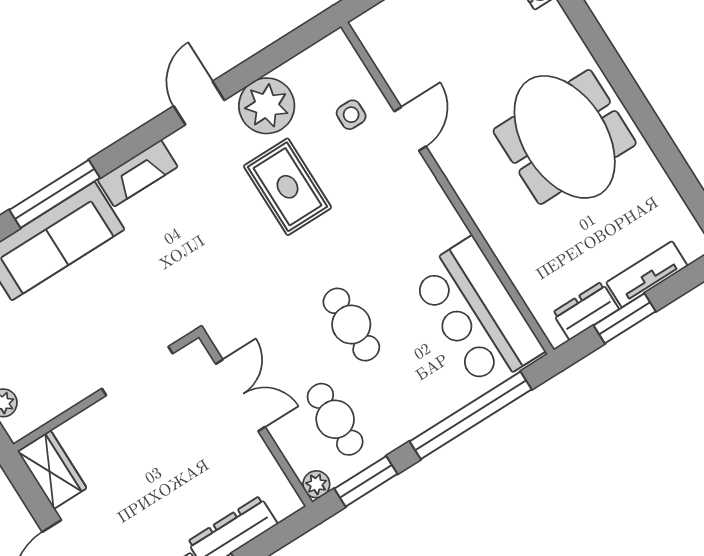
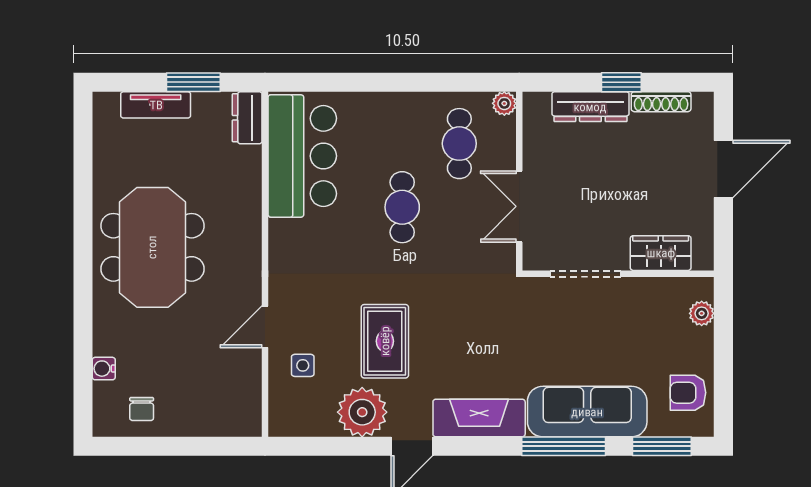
fireplace: (138, 173) -> (479, 418), width x1.37, depth x1.32
dresser: (586, 311) -> (247, 118), moved, turned 90
window: (471, 415) -> (355, 82), removed
wardrobe: (52, 470) -> (661, 253), moved, turned 90
window: (366, 481) -> (466, 82), removed

